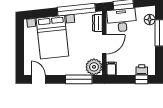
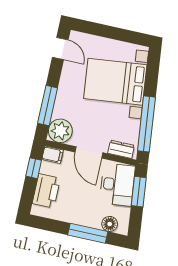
printer: (142, 70) -> (46, 191), width x1.87, depth x1.48
door: (38, 79) -> (60, 49), hinge flipped
window: (142, 79) -> (34, 168), moved

